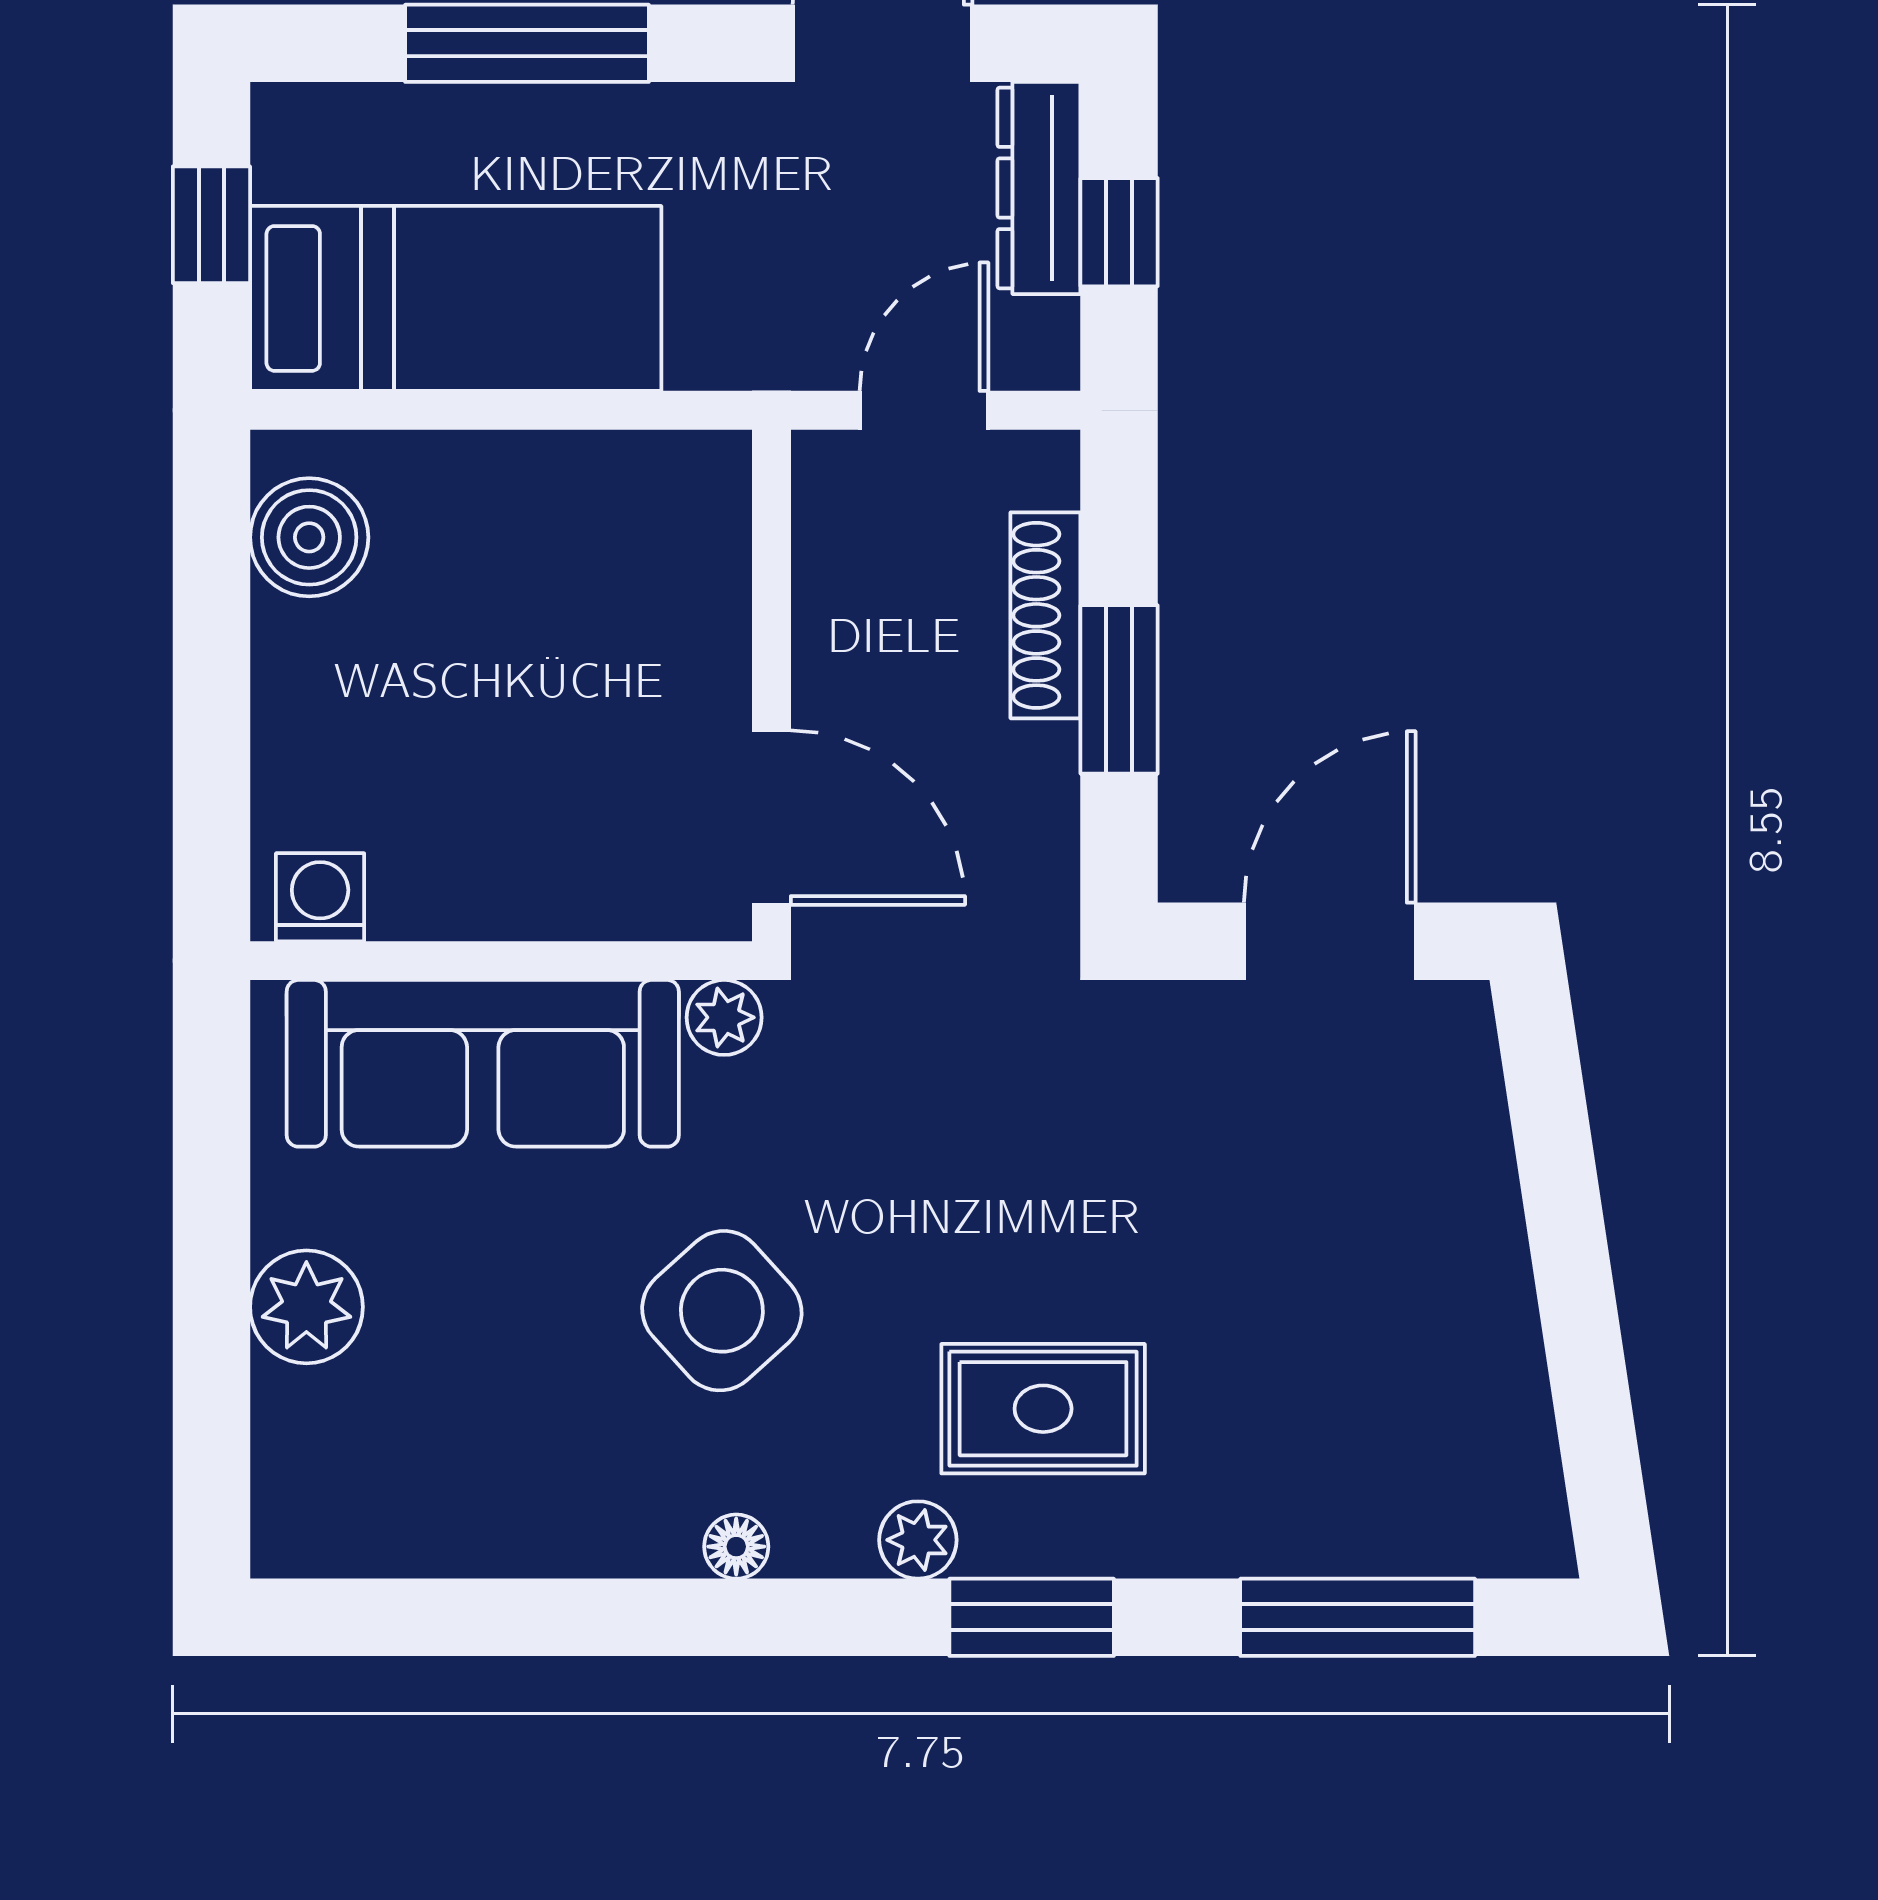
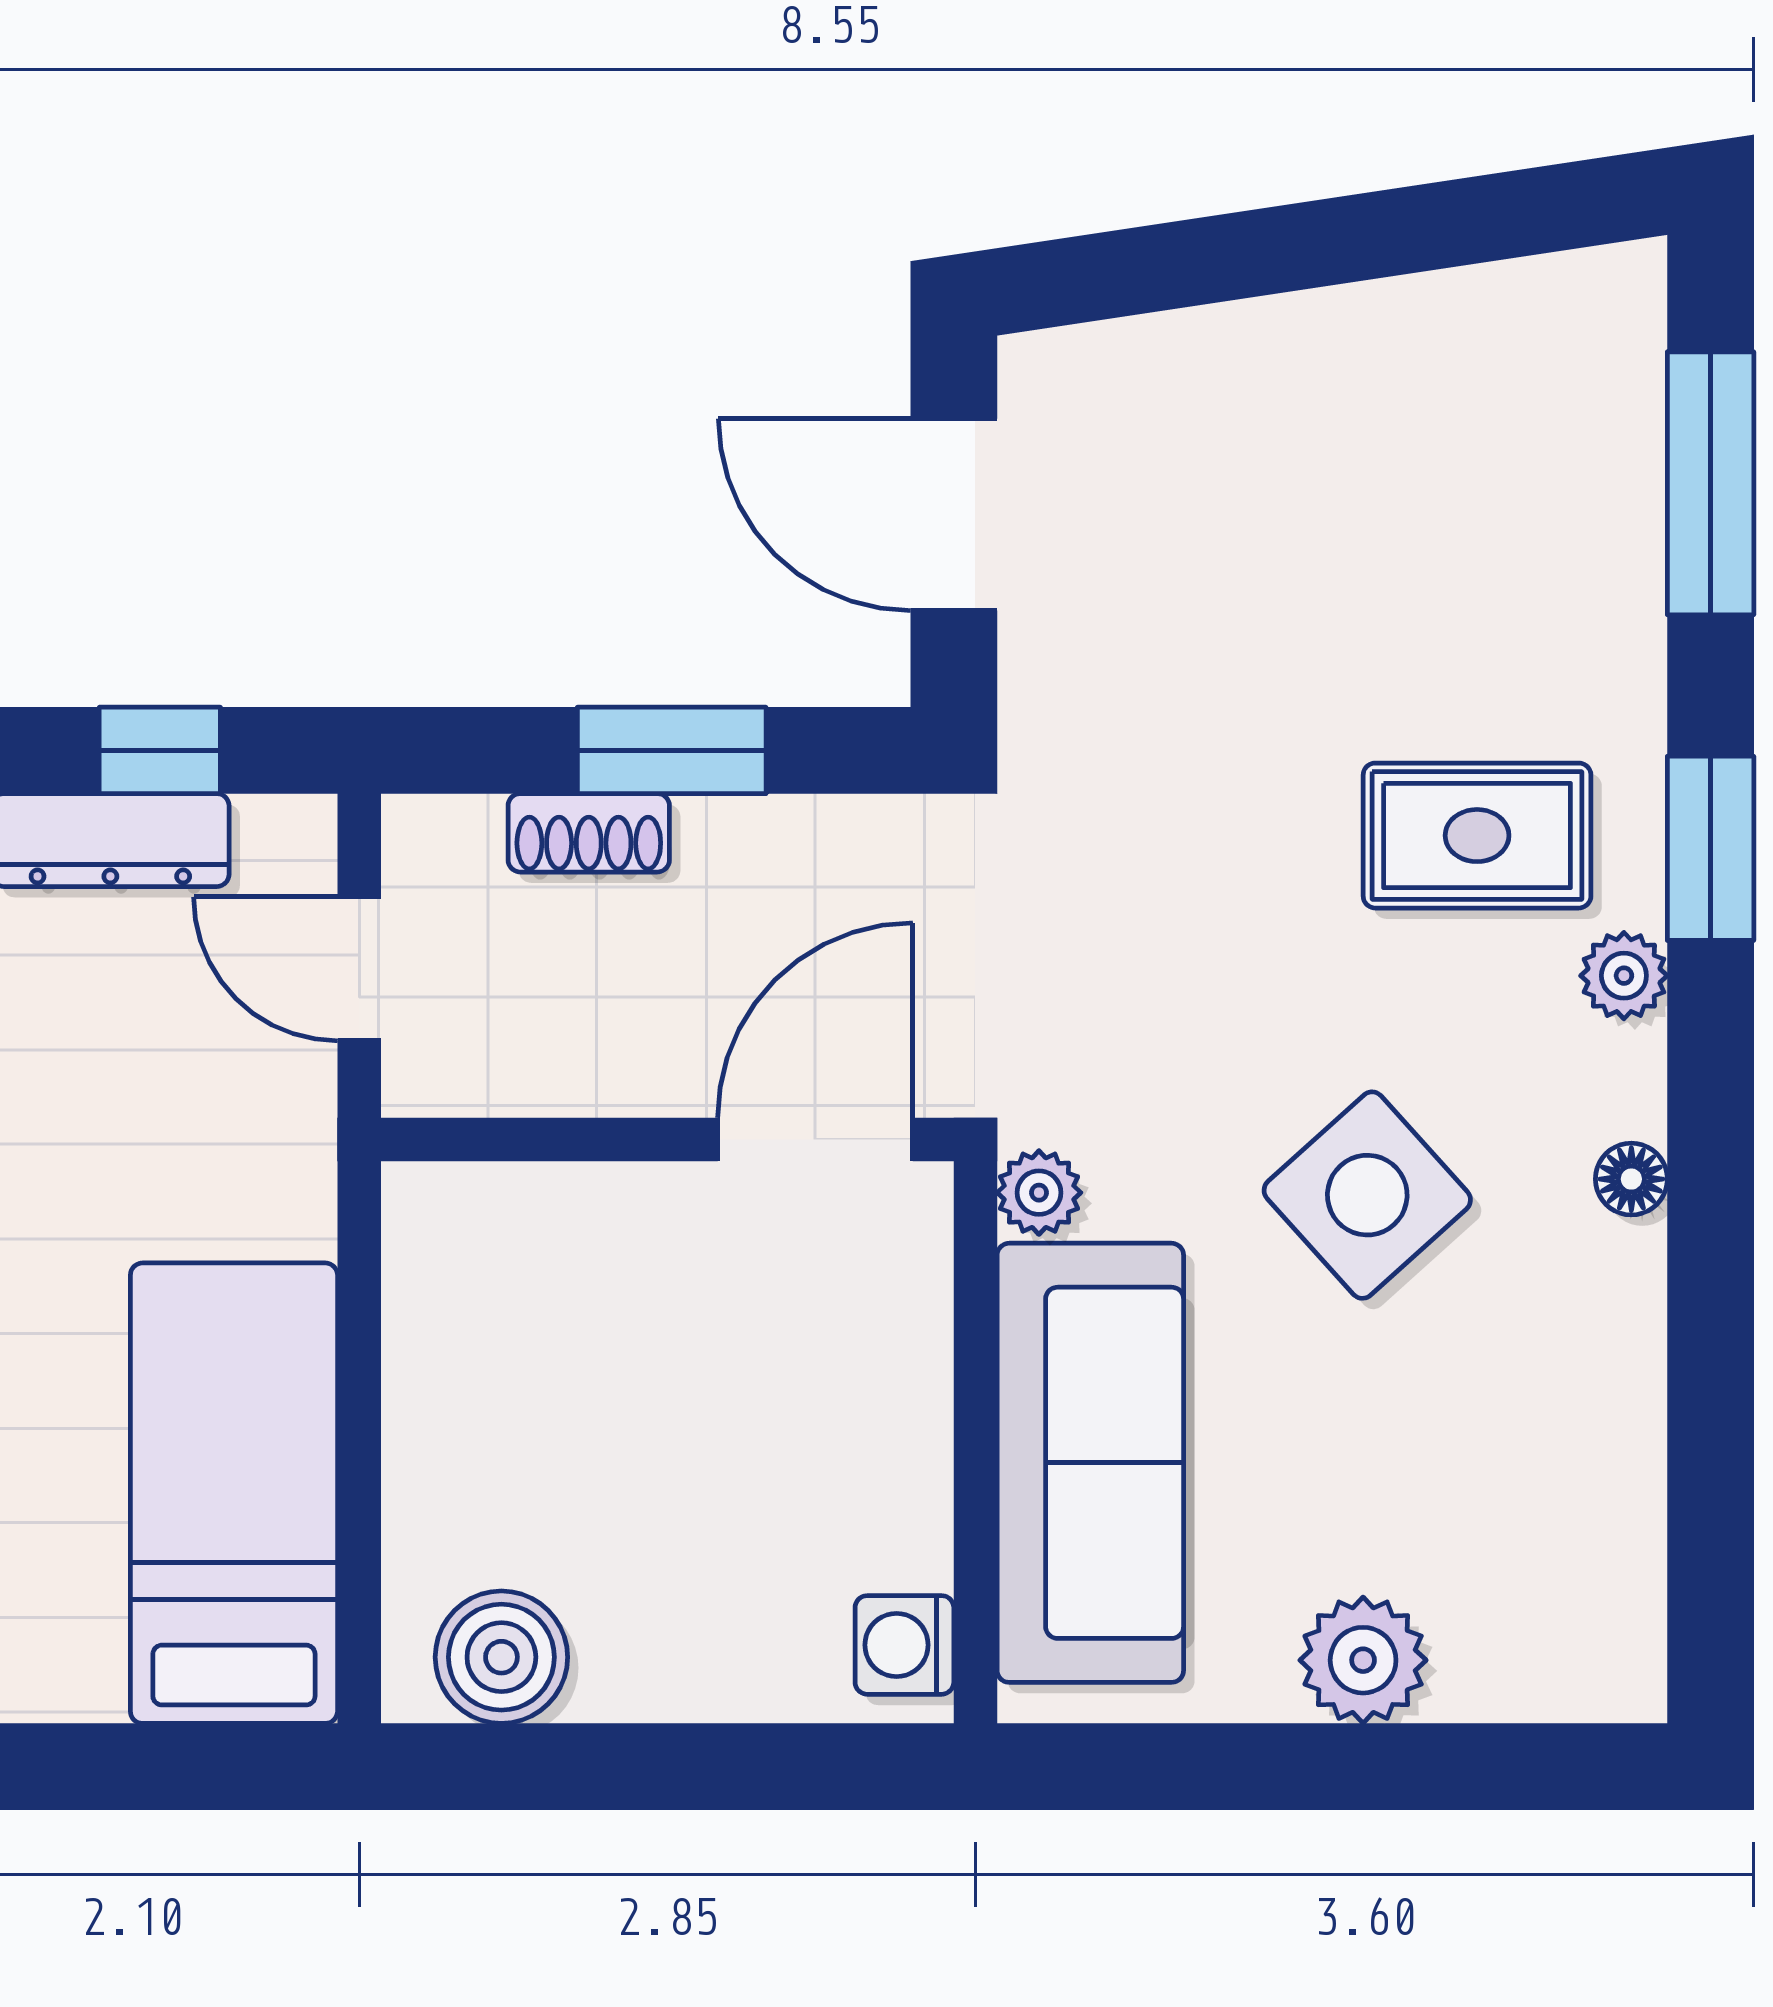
window: (211, 225) -> (151, 1767), removed
shoe rack: (1045, 615) -> (589, 833), width x0.70
rug: (1043, 1409) -> (1477, 836), turned 90

